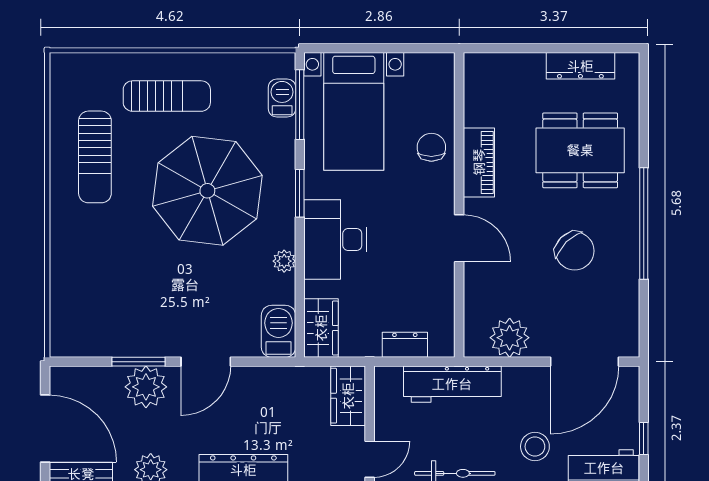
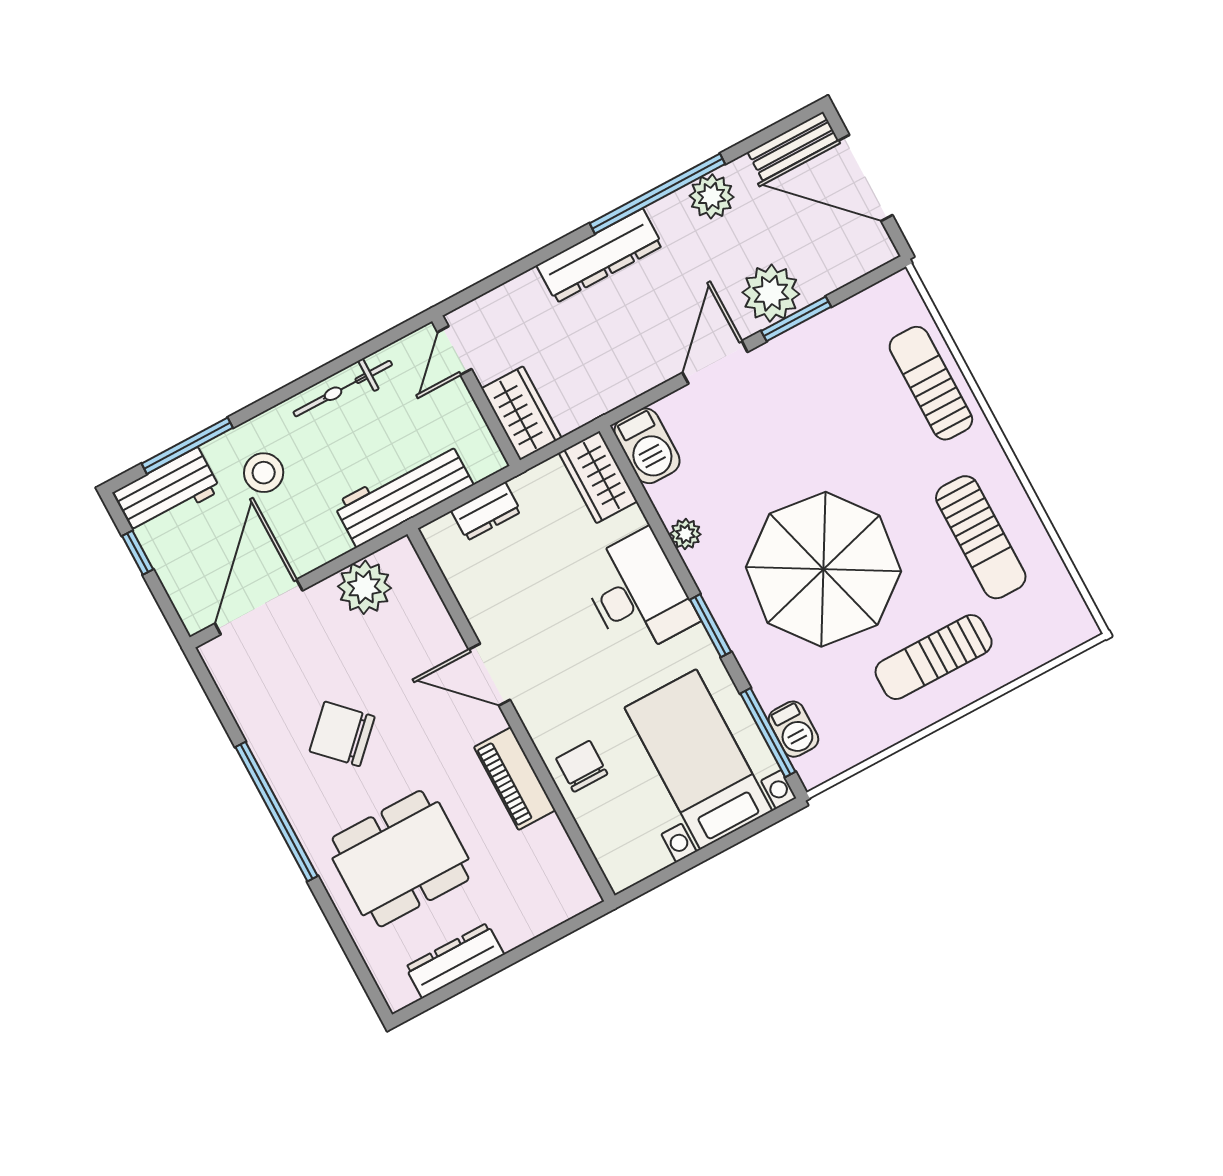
chair: (431, 147) -> (582, 766), turned 180
sun lounger: (95, 157) -> (981, 537), turned 180
sun lounger: (74, 274) -> (931, 383), added

